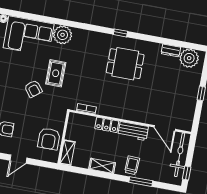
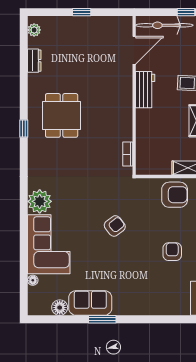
plant: (189, 58) -> (34, 30), width x0.53, depth x0.53
rug: (56, 73) -> (90, 201), removed
locker: (107, 125) -> (143, 125), removed

